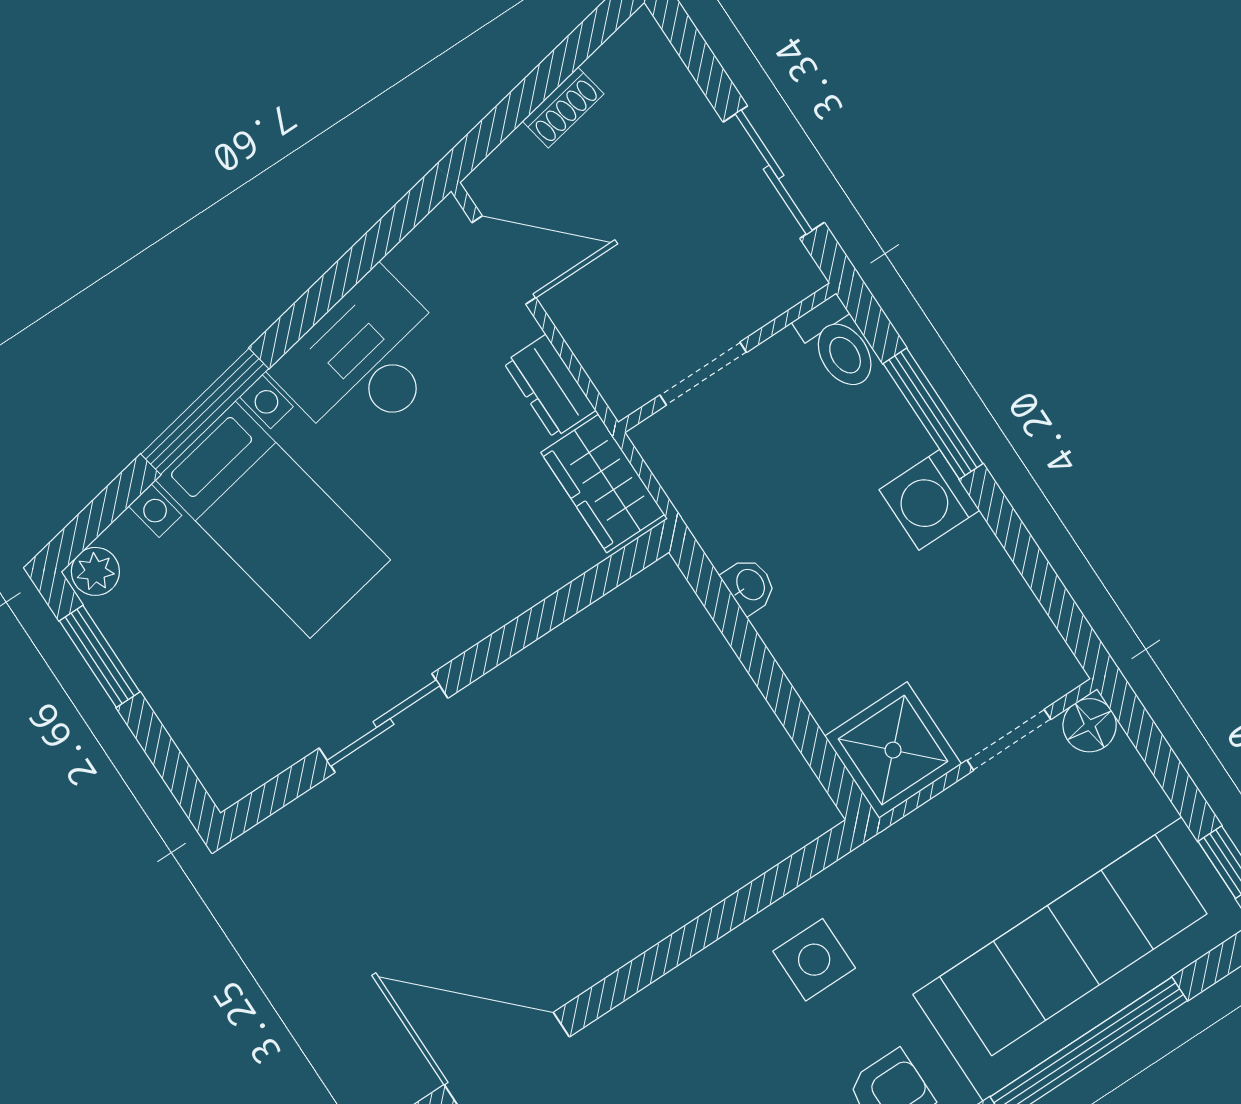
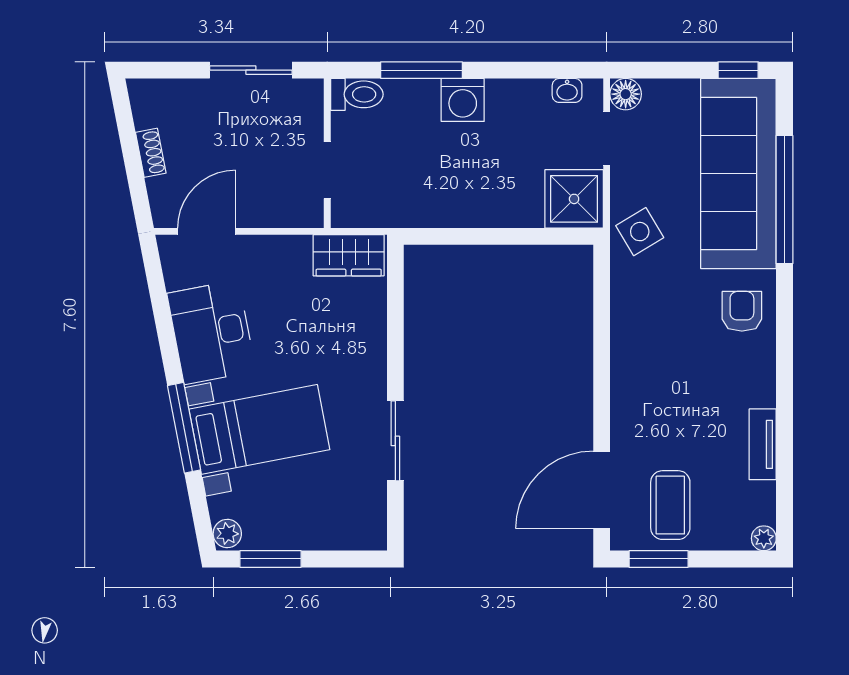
dresser: (550, 386) -> (284, 250), removed
washbasin: (750, 585) -> (567, 90), moved, turned 180
side table: (814, 960) -> (640, 232), moved, turned -31

